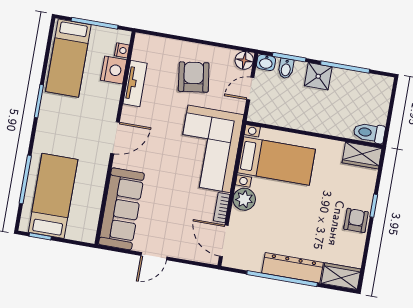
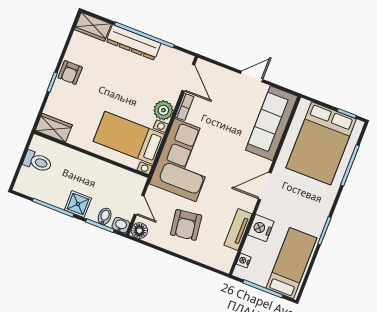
nightstand: (114, 70) -> (261, 228), moved
door: (250, 89) -> (139, 205), hinge flipped
toilet: (369, 133) -> (38, 162), moved
bed: (53, 196) -> (321, 143), width x1.50

